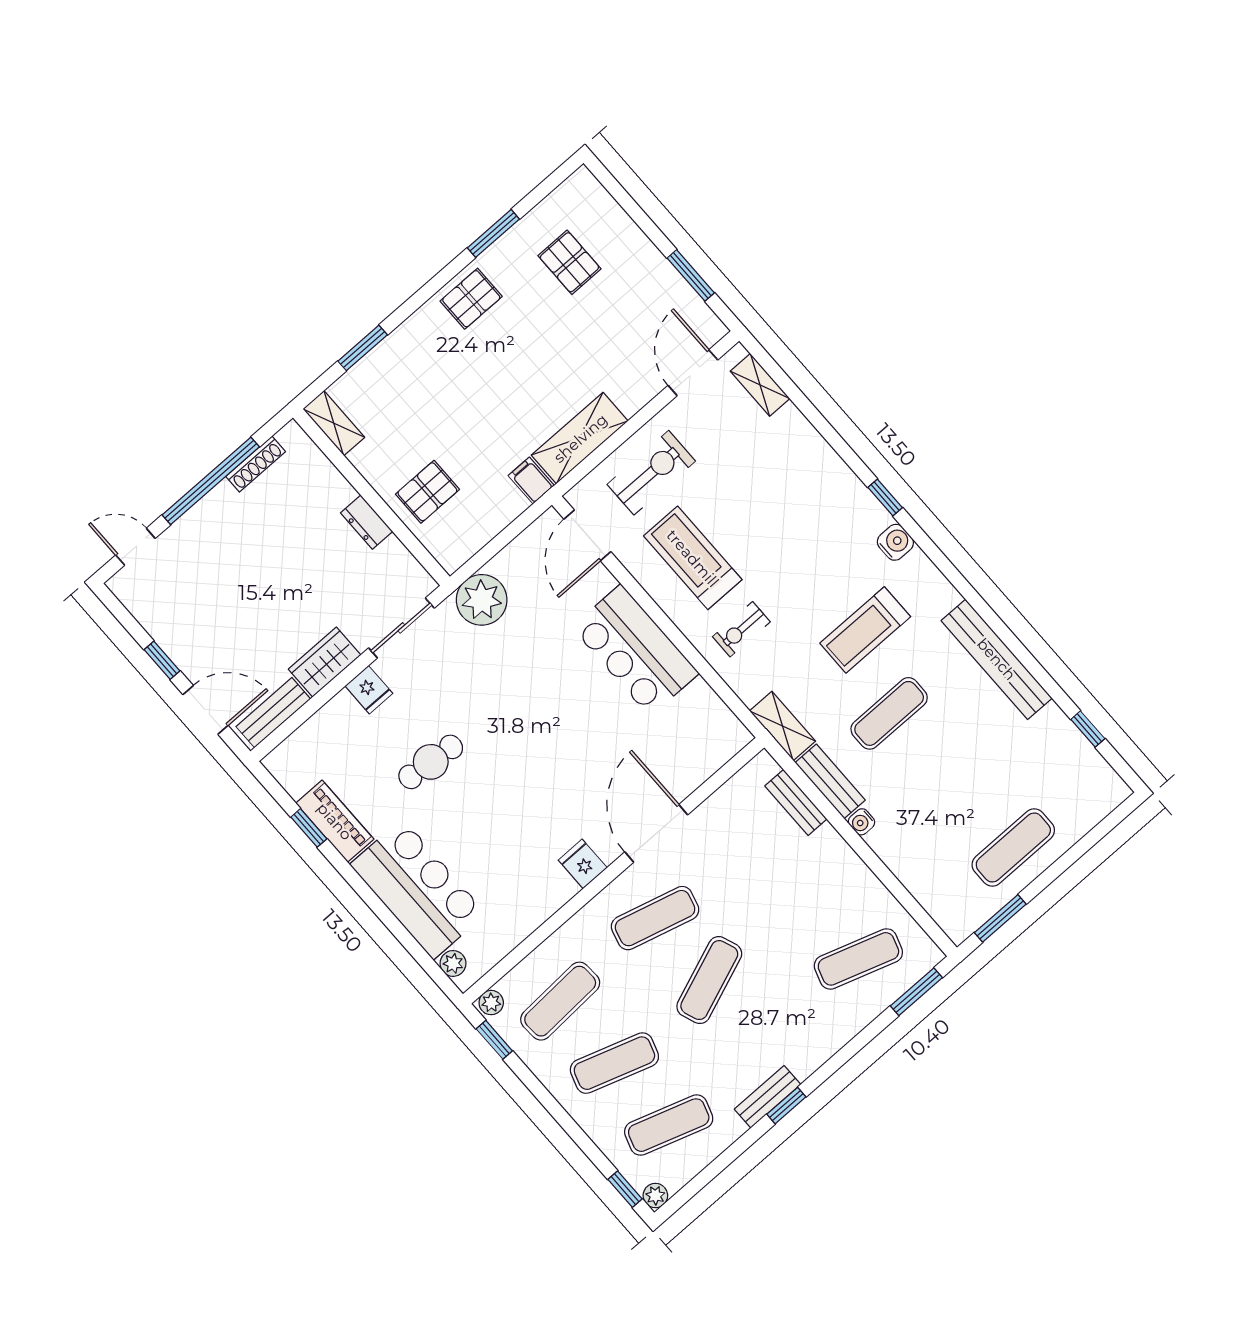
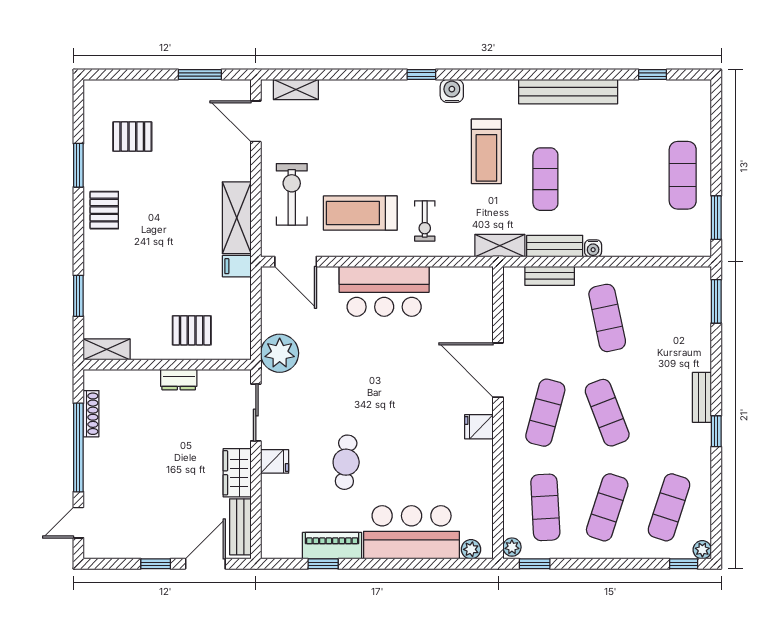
pallet: (427, 492) -> (192, 330), turned 90
exercise mat: (858, 959) -> (607, 318), moved, turned -30
bench: (768, 1097) -> (702, 397), moved

